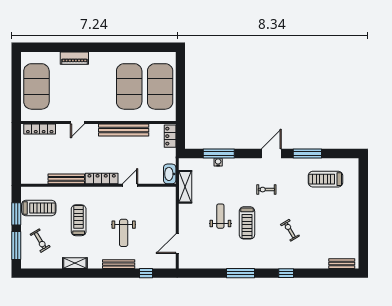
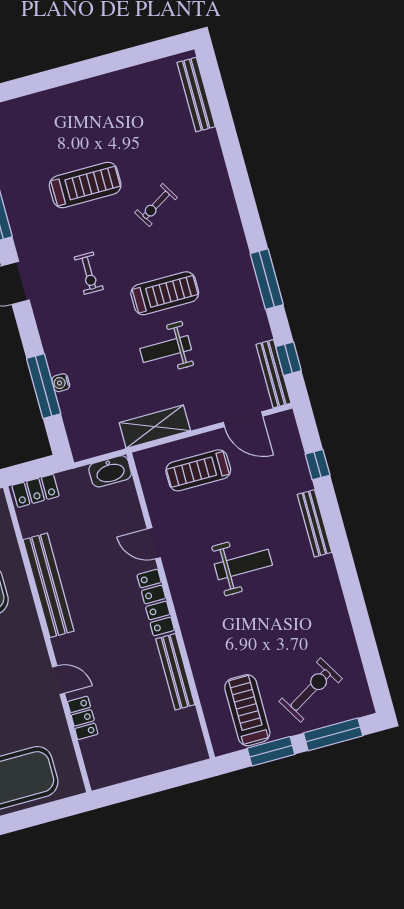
locker: (40, 129) -> (83, 718), moved, width x0.66
treadmill: (325, 179) -> (85, 185), moved, turned -90
shelving: (185, 187) -> (155, 427), moved
treadmill: (79, 220) -> (198, 470), moved
weight bench: (124, 233) -> (243, 565), moved
exercise bike: (40, 241) -> (311, 690), width x1.38, depth x1.39
shelving: (75, 263) -> (336, 610), removed
bench: (195, 264) -> (273, 374), added
bench: (342, 264) -> (196, 95), width x1.36
window: (286, 273) -> (289, 359), moved

